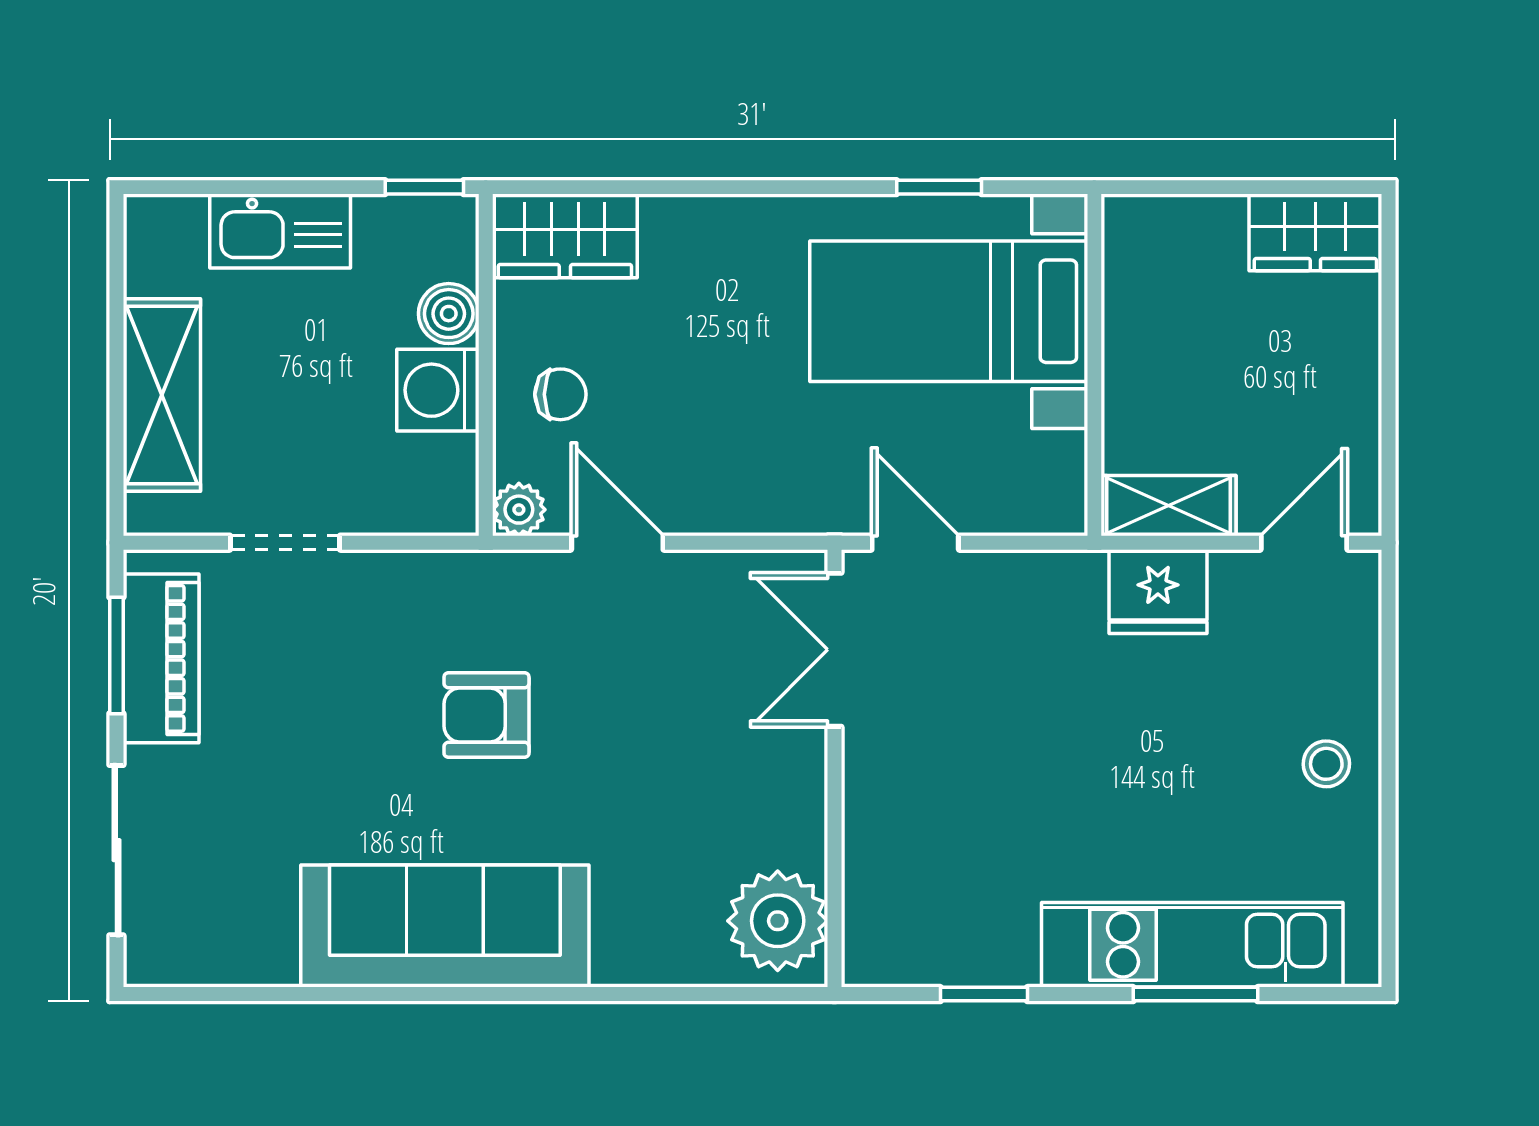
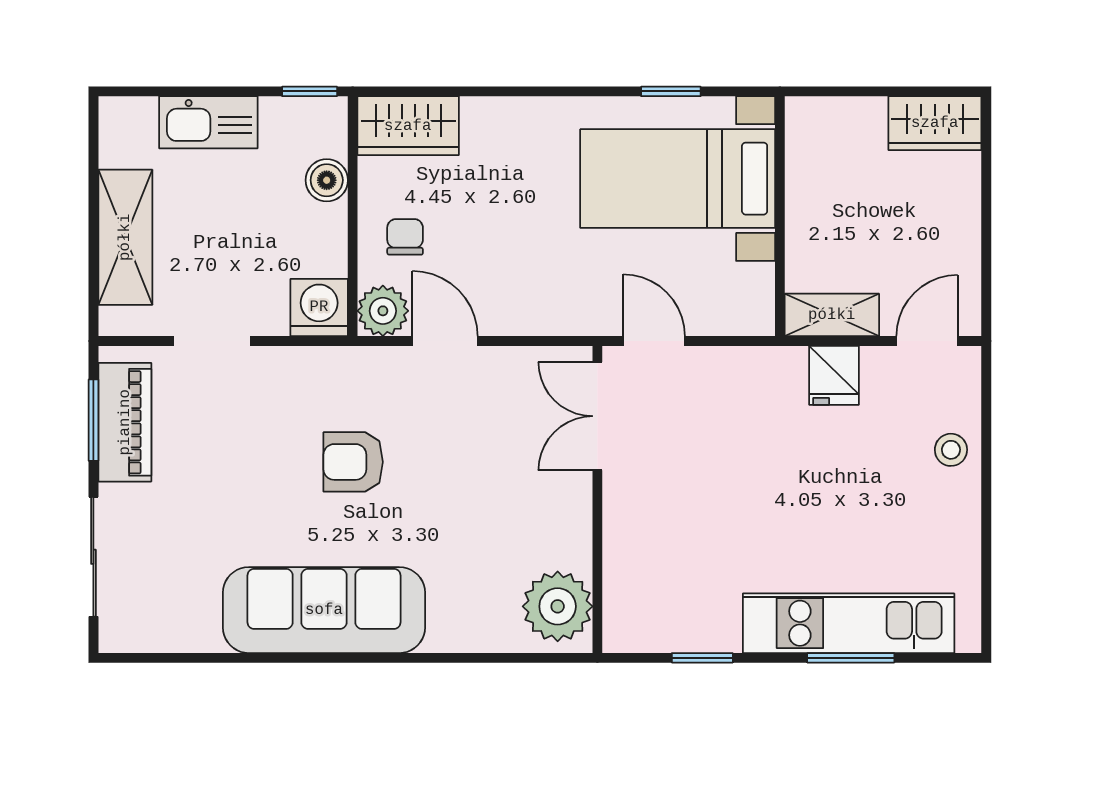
washing machine: (438, 390) -> (319, 307), moved, turned 90
chair: (560, 394) -> (405, 237), turned -90
plant: (519, 510) -> (383, 311), width x1.38, depth x1.38
fridge: (1158, 592) -> (834, 375), width x0.72
stool: (1326, 764) -> (951, 450), moved

